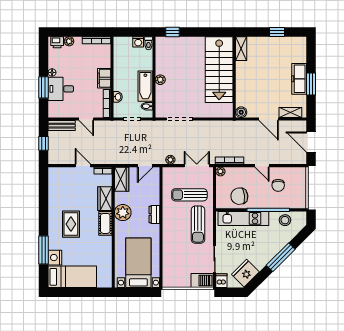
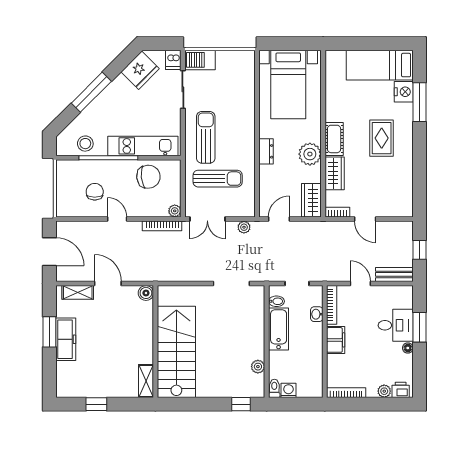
plant: (160, 80) -> (258, 367), moved

